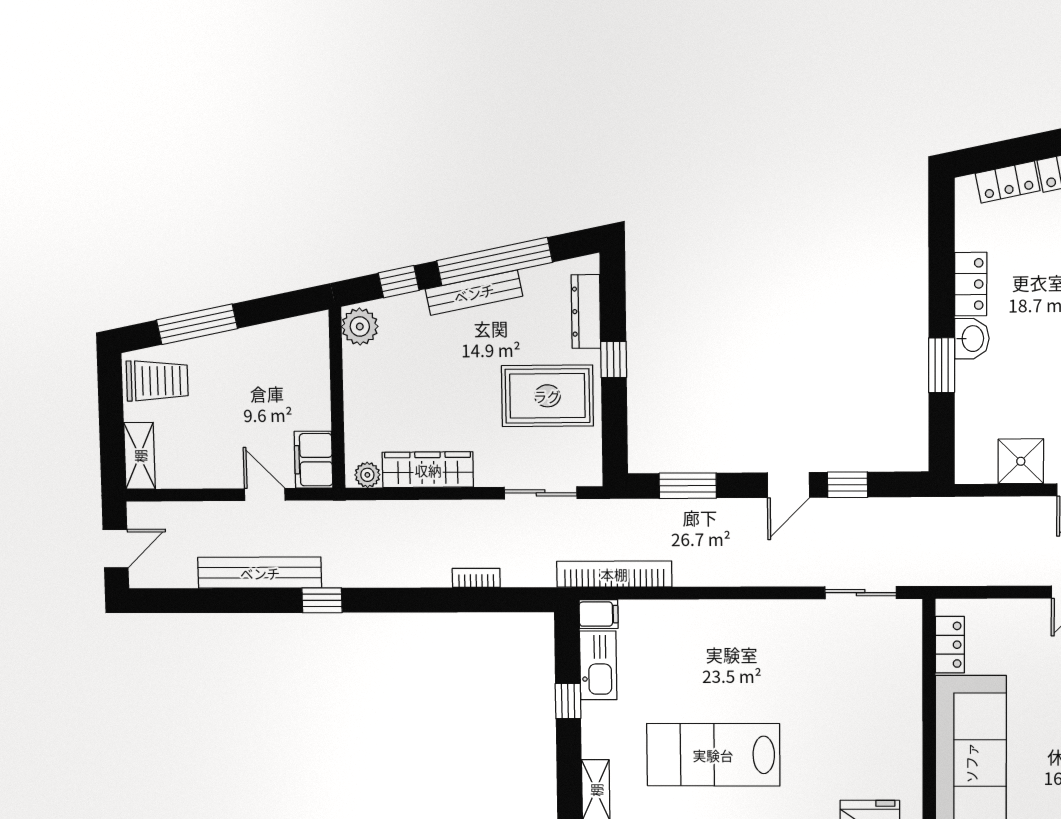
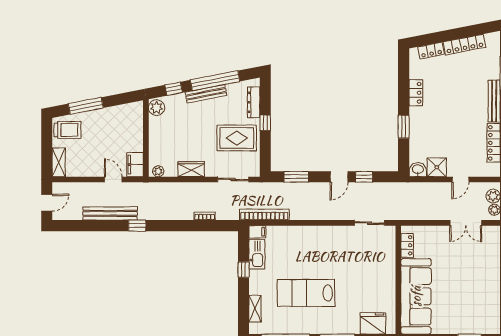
washbasin: (972, 339) -> (418, 170), moved, turned -90
wardrobe: (428, 470) -> (191, 169), width x0.67

